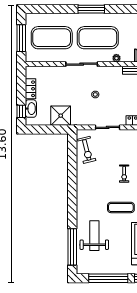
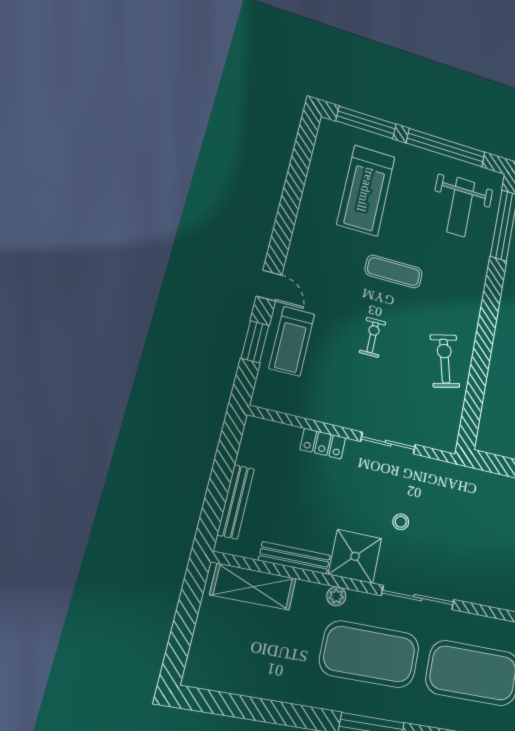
shower: (61, 116) -> (355, 556), moved
exercise bike: (87, 150) -> (445, 361), moved
weight bench: (94, 236) -> (461, 207), moved

